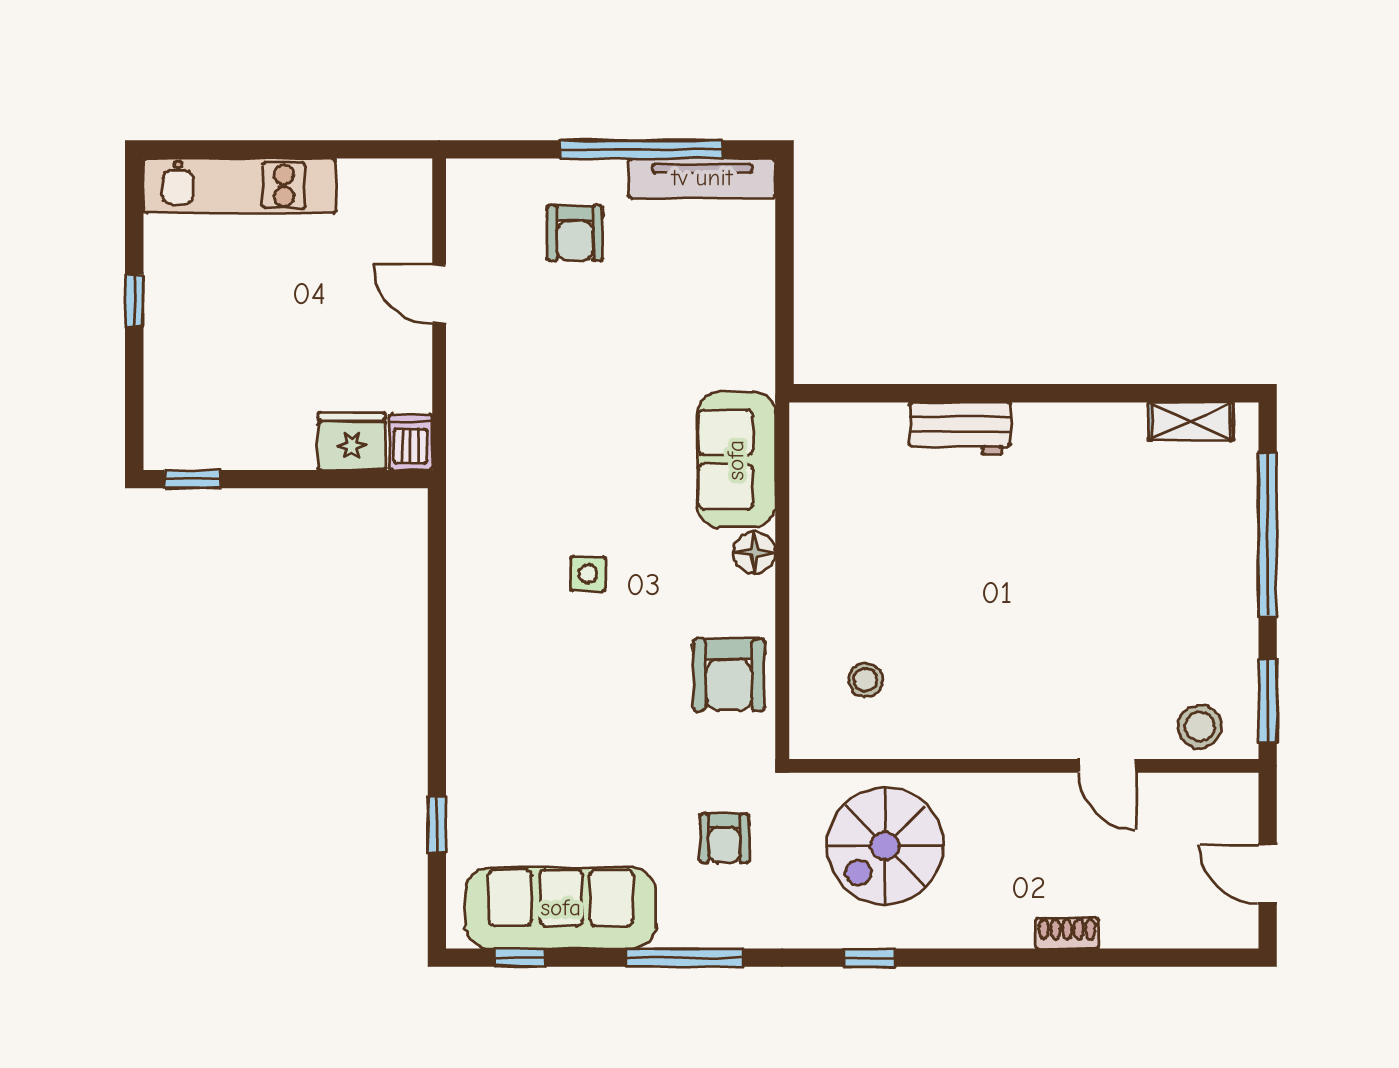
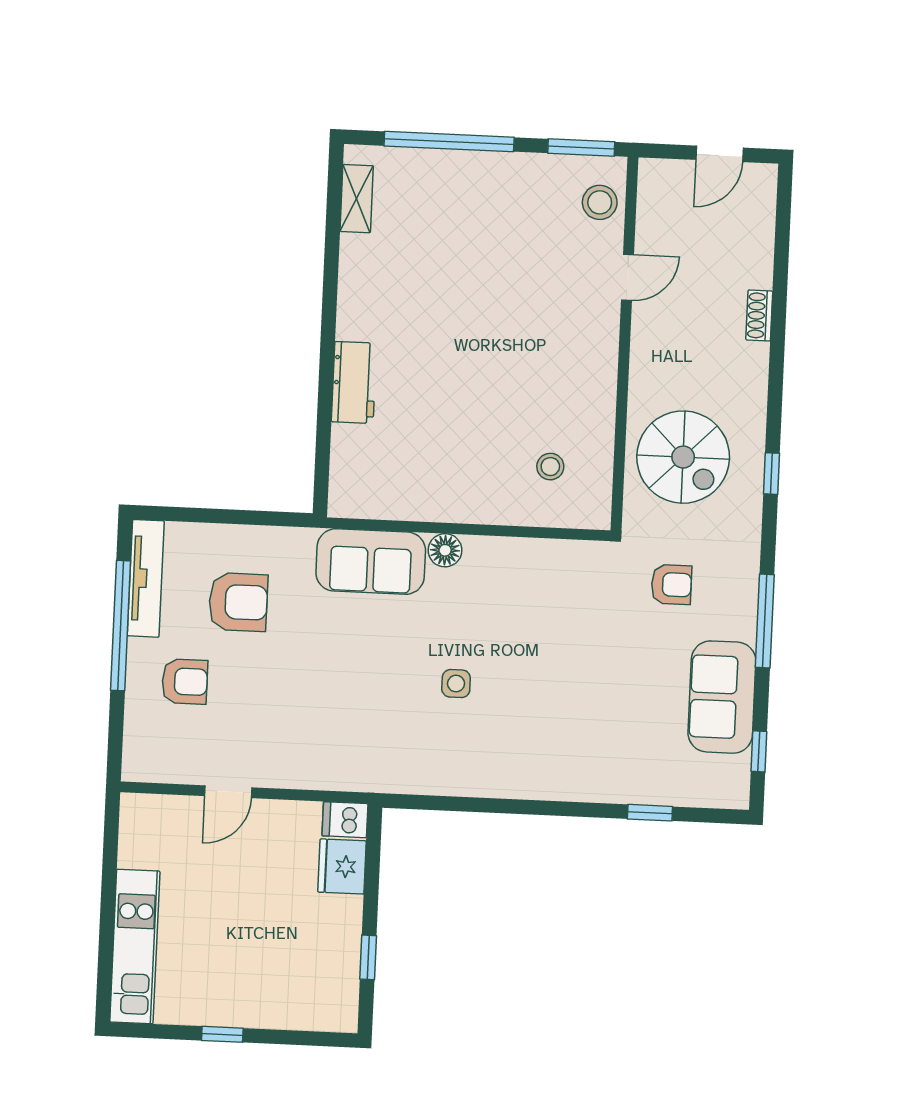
window: (192, 479) -> (368, 957), moved
armchair: (729, 675) -> (238, 602), moved
sofa: (561, 908) -> (722, 697), width x0.73

